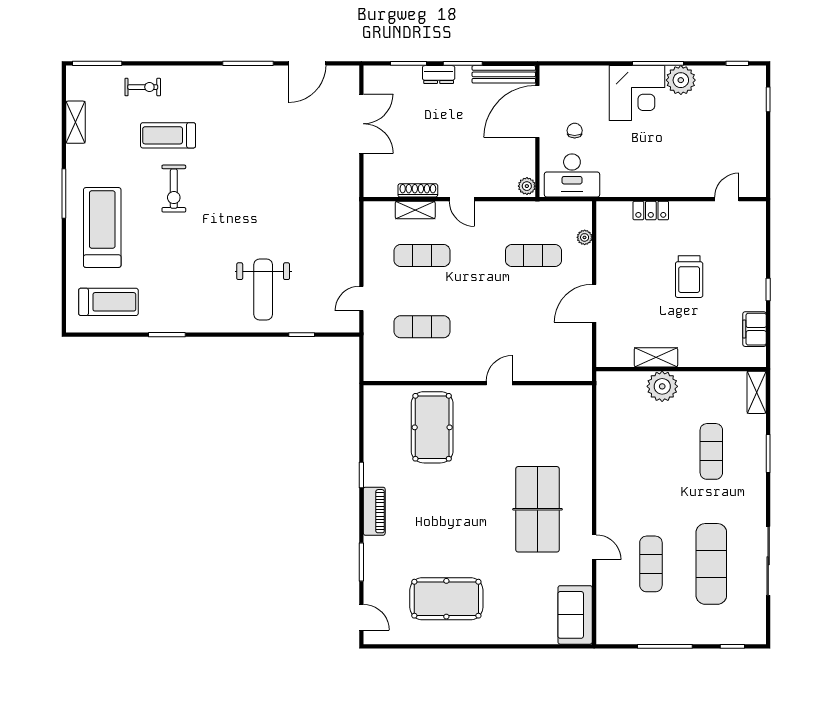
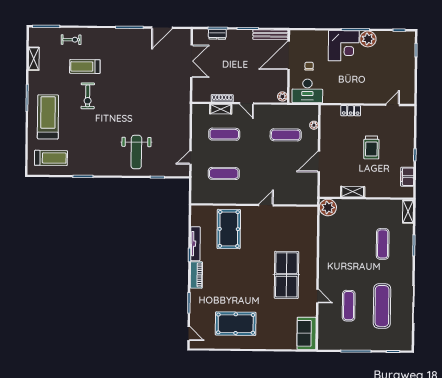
dresser: (439, 75) -> (217, 34), moved
plant: (662, 386) -> (328, 207), moved
tv unit: (372, 455) -> (195, 244), added

